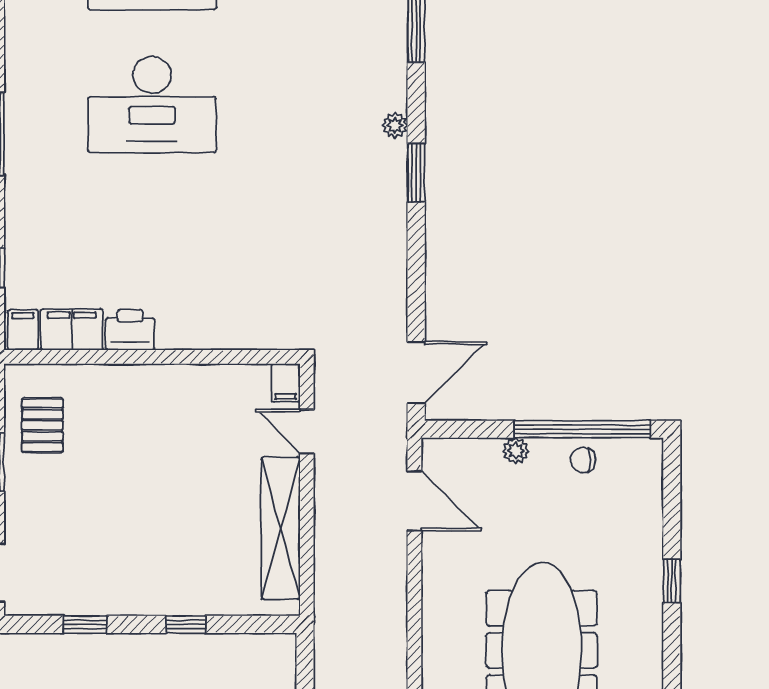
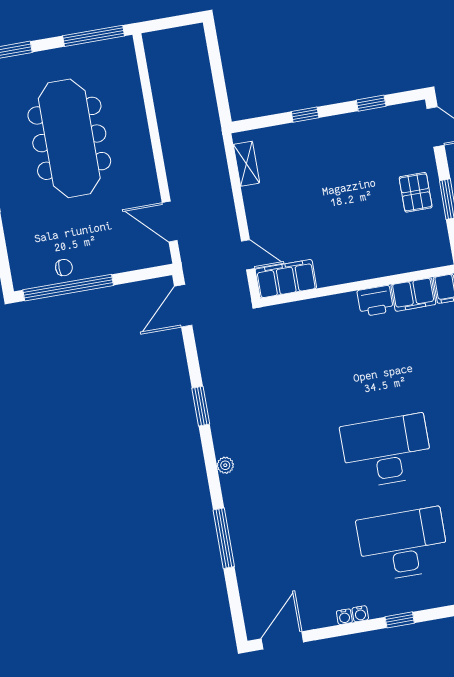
window: (416, 173) -> (201, 406), moved
filing cabinet: (286, 383) -> (286, 279), width x3.00, depth x1.17
pallet: (42, 425) -> (416, 192), moved
plant: (516, 451) -> (109, 266), removed
shelving: (281, 528) -> (246, 164), width x0.45, depth x0.75

